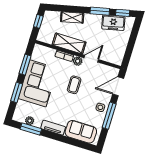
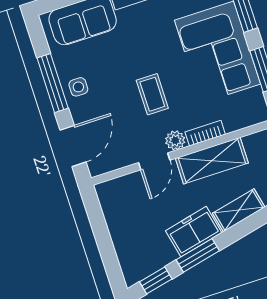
freezer: (113, 23) -> (194, 232), moved

